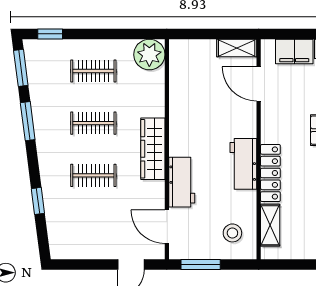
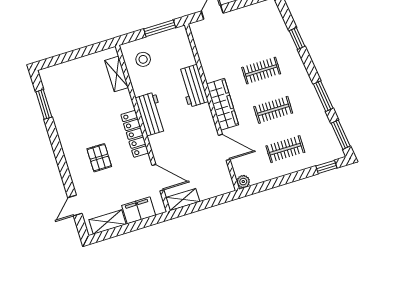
plant: (149, 55) -> (243, 182), width x0.53, depth x0.53
locker: (270, 173) -> (135, 134), moved
door: (167, 227) -> (224, 147), moved

